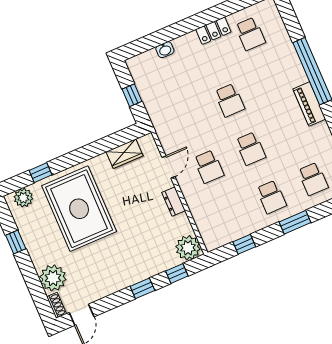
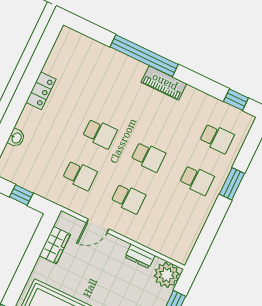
school desk: (250, 34) -> (80, 175), moved
door: (168, 167) -> (98, 226), swing flipped
dresser: (174, 201) -> (140, 256), moved
window: (244, 244) -> (208, 235), removed

